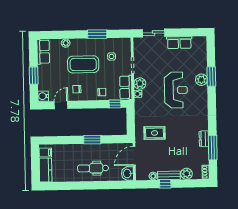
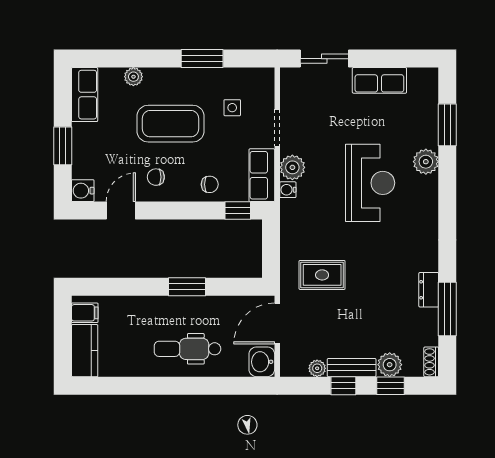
window: (211, 76) -> (447, 125), moved
window: (187, 183) -> (391, 386), added

